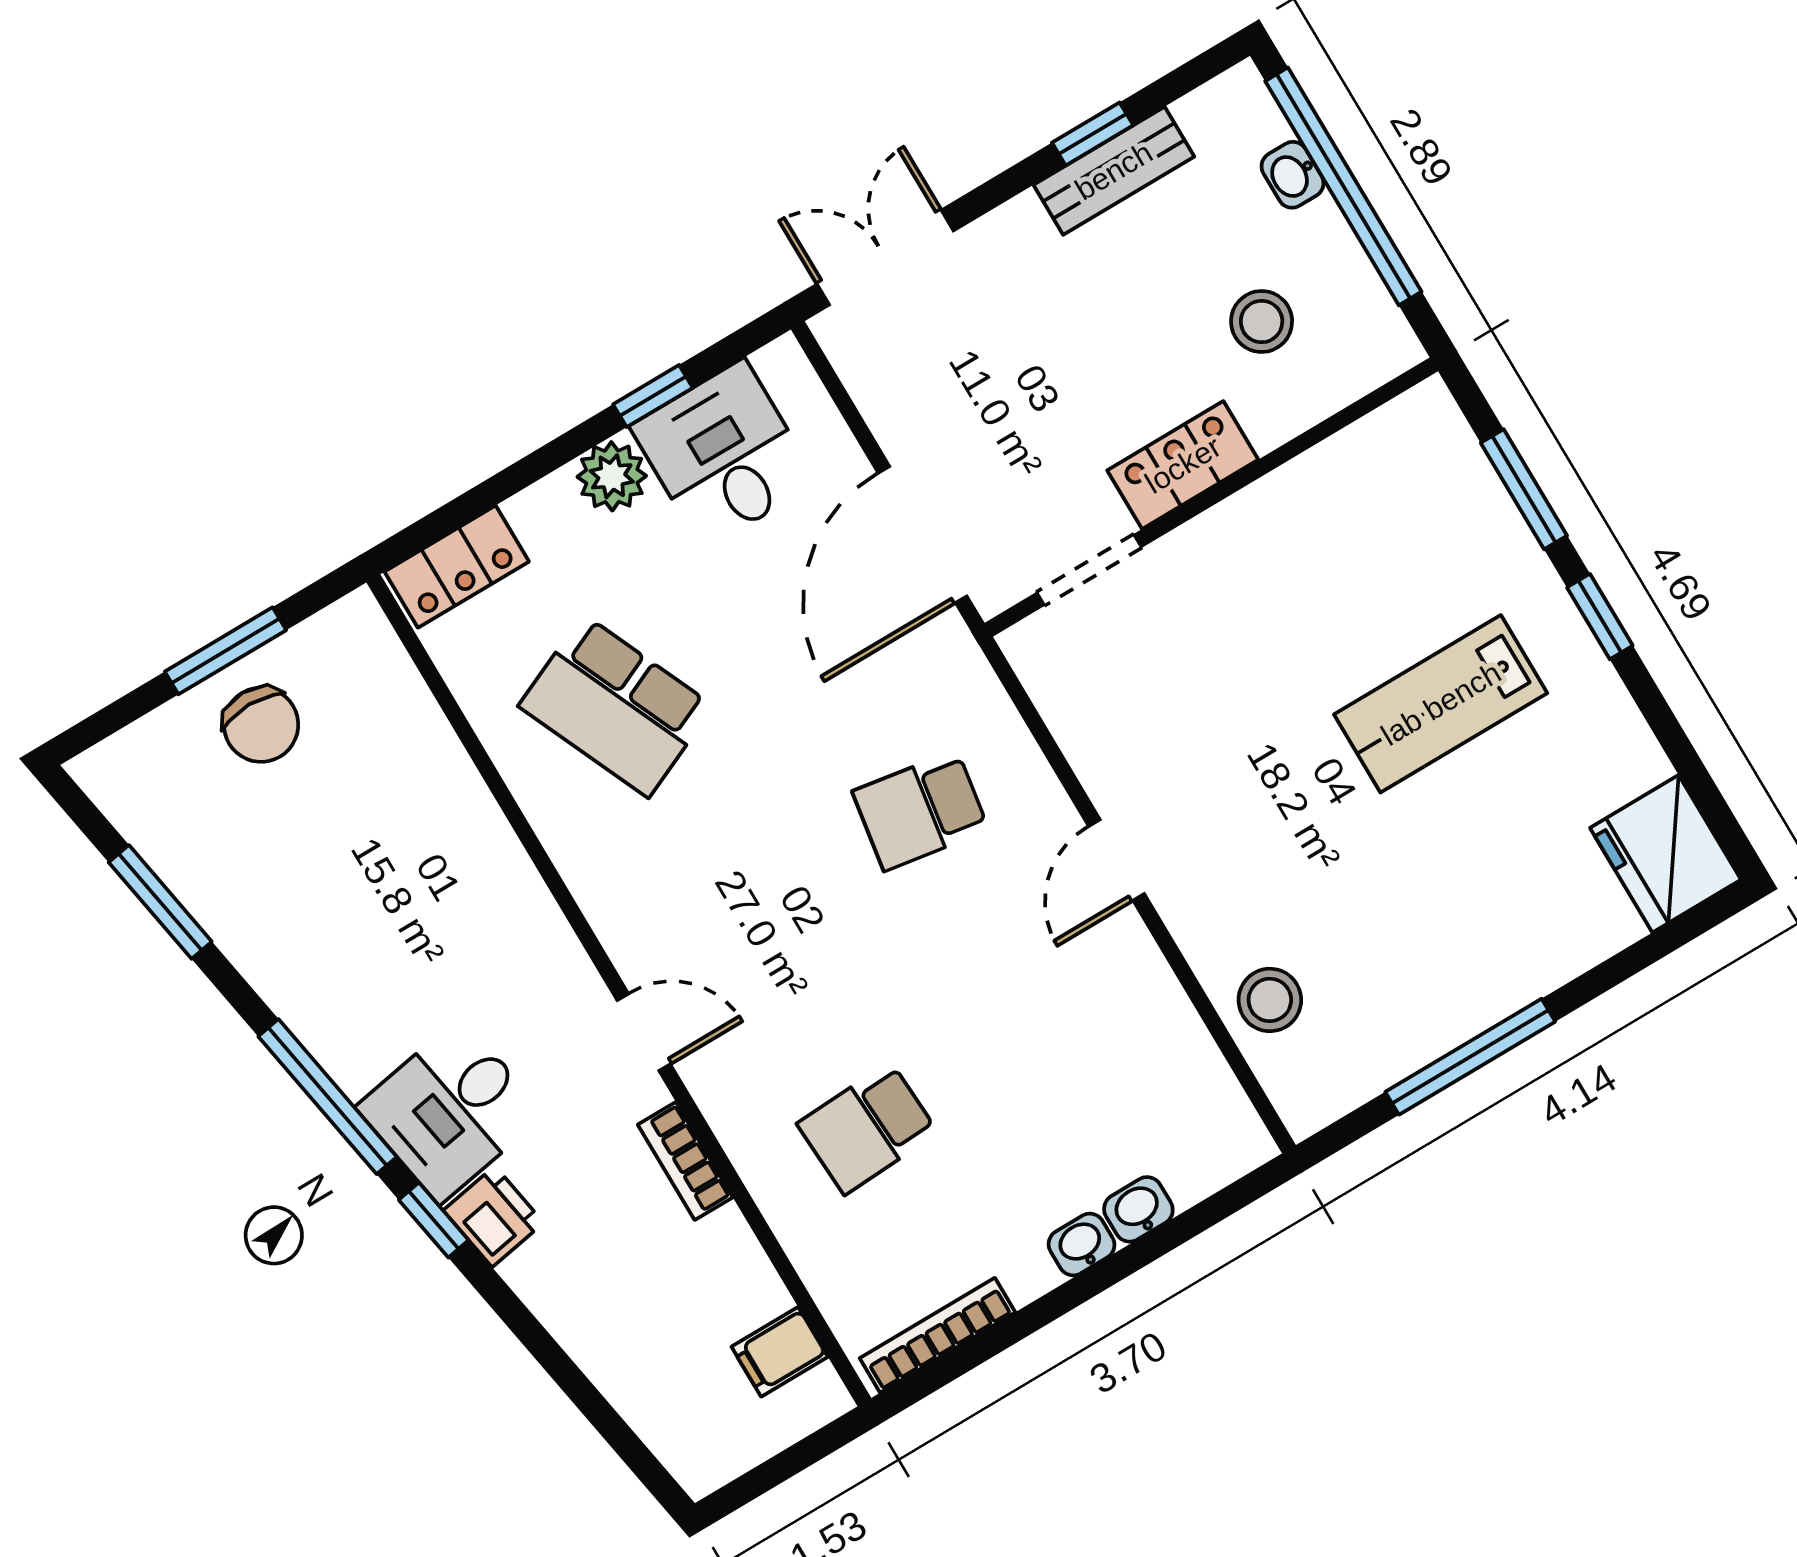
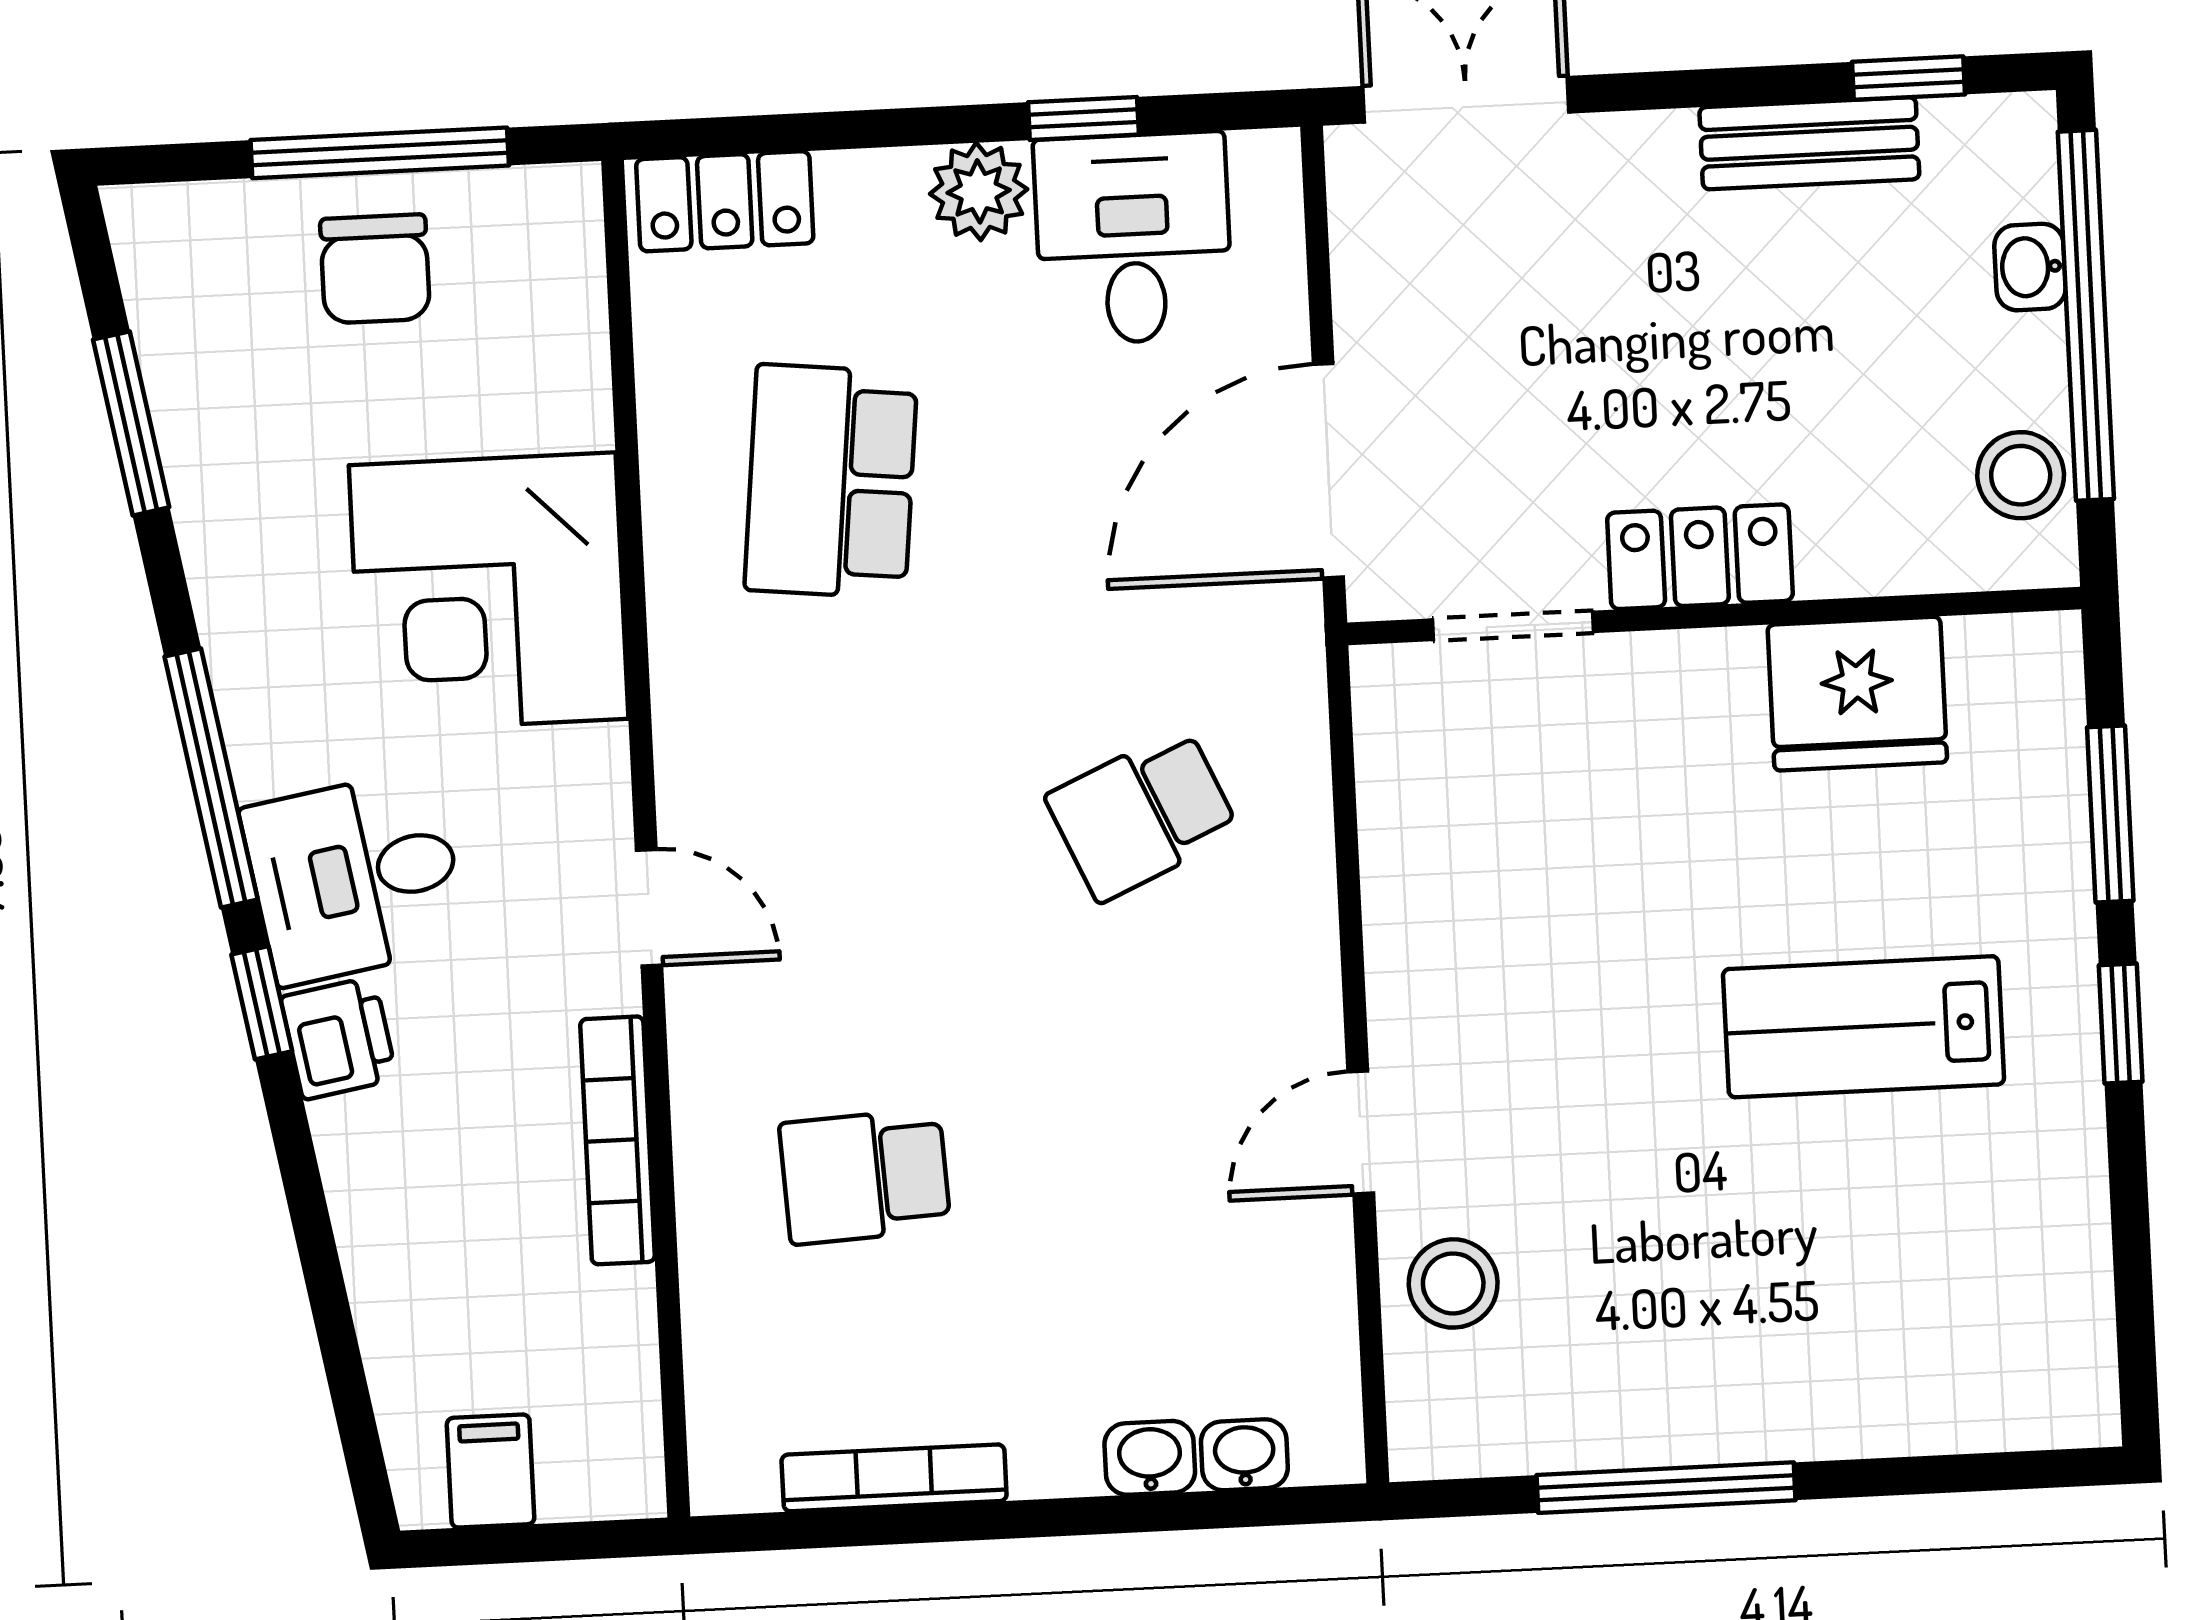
window: (1093, 134) -> (1909, 78), moved
stool: (1262, 322) -> (2021, 475), moved
window: (225, 651) -> (380, 153), width x1.44
school desk: (616, 706) -> (831, 481), turned 30
school desk: (921, 810) -> (1142, 814), turned -33
fridge: (1665, 854) -> (1857, 694), moved, turned -90
door: (1117, 860) -> (1361, 1133), moved
corner desk: (439, 889) -> (489, 592), added
bookcase: (685, 1161) -> (618, 1140), width x1.56
washbasin: (1082, 1244) -> (1244, 1455), moved
bookcase: (937, 1335) -> (894, 1478), moved
filing cabinet: (780, 1352) -> (491, 1471), moved, turned 90

